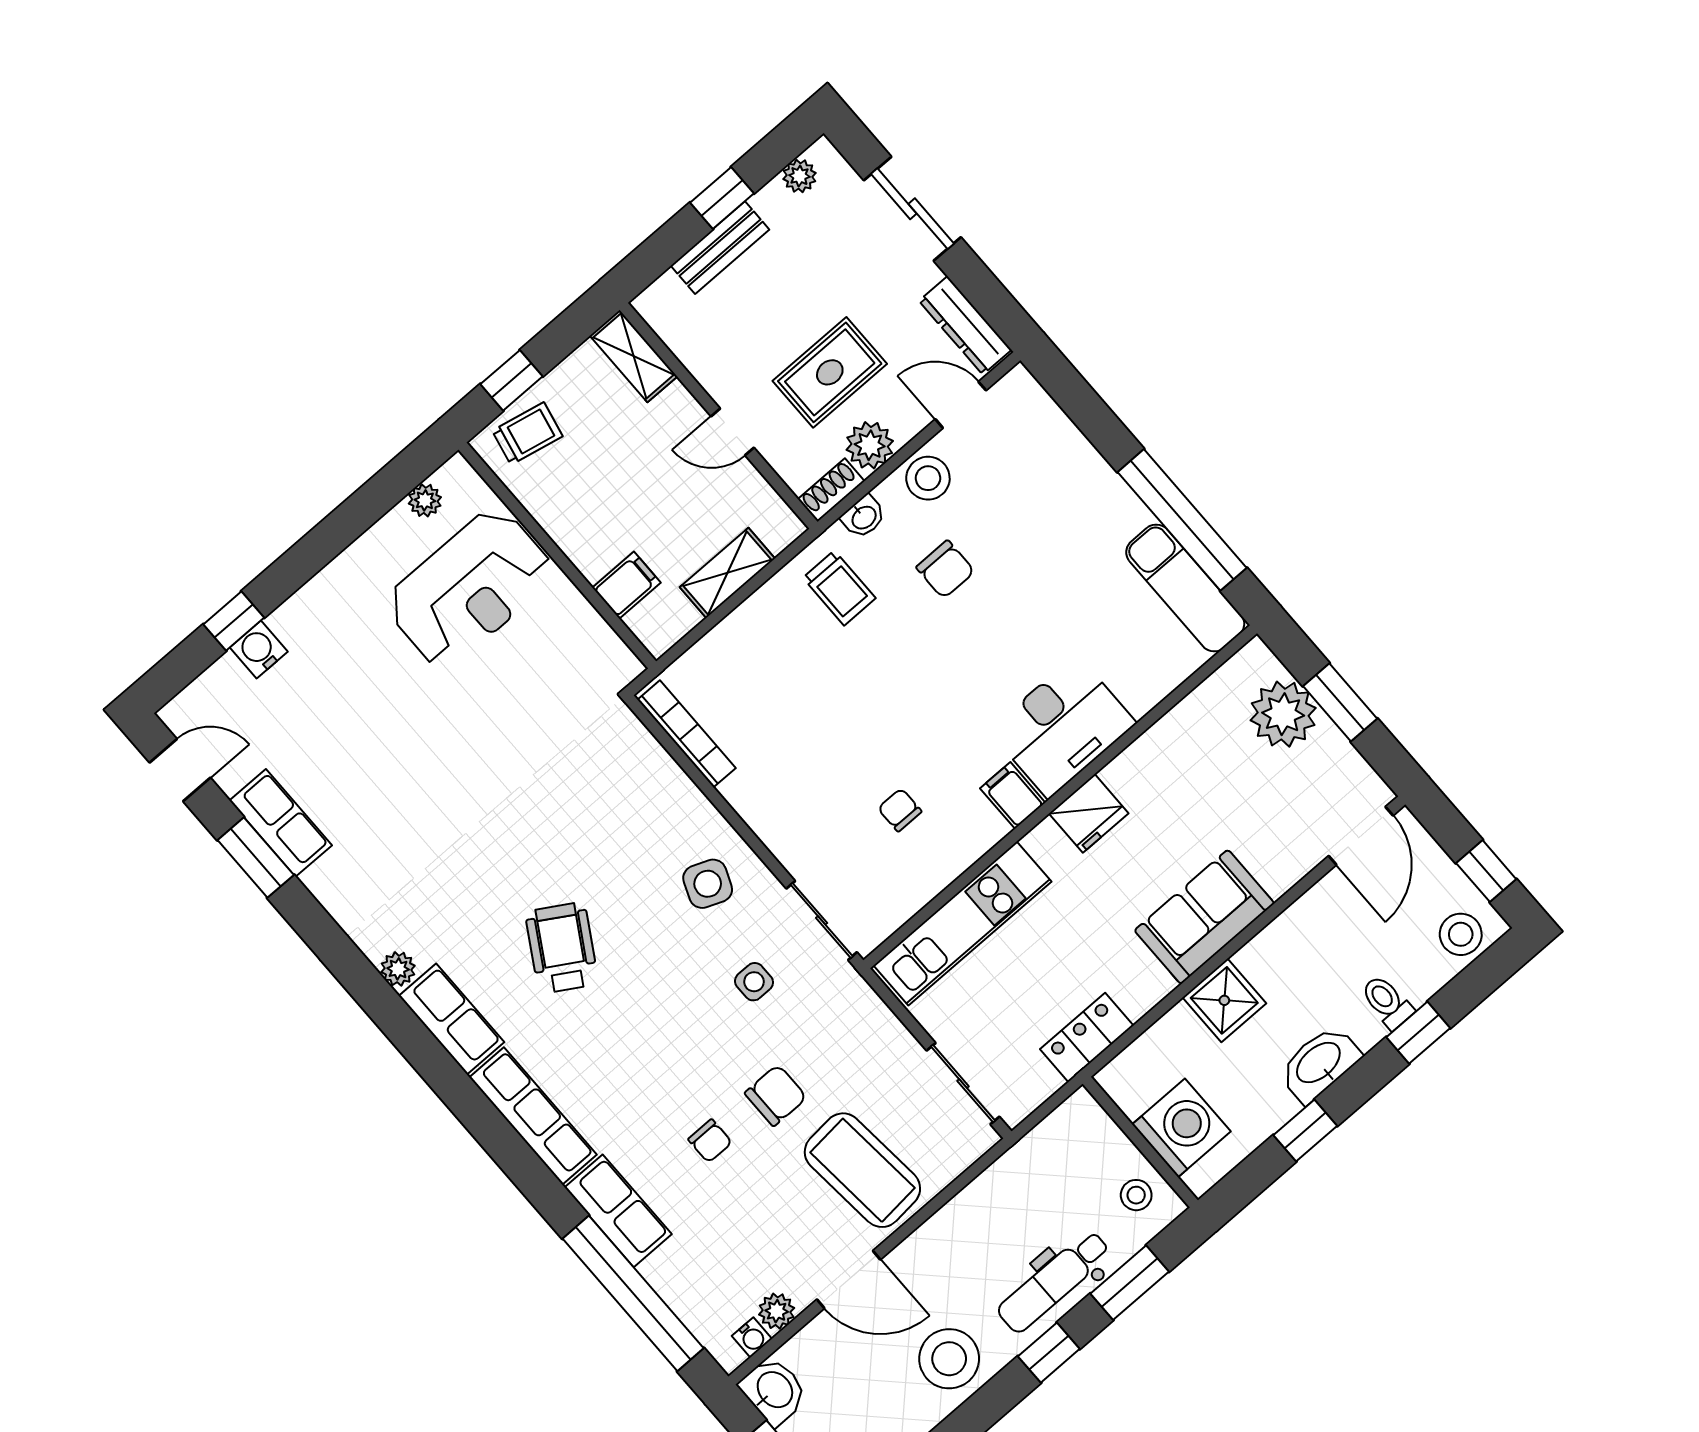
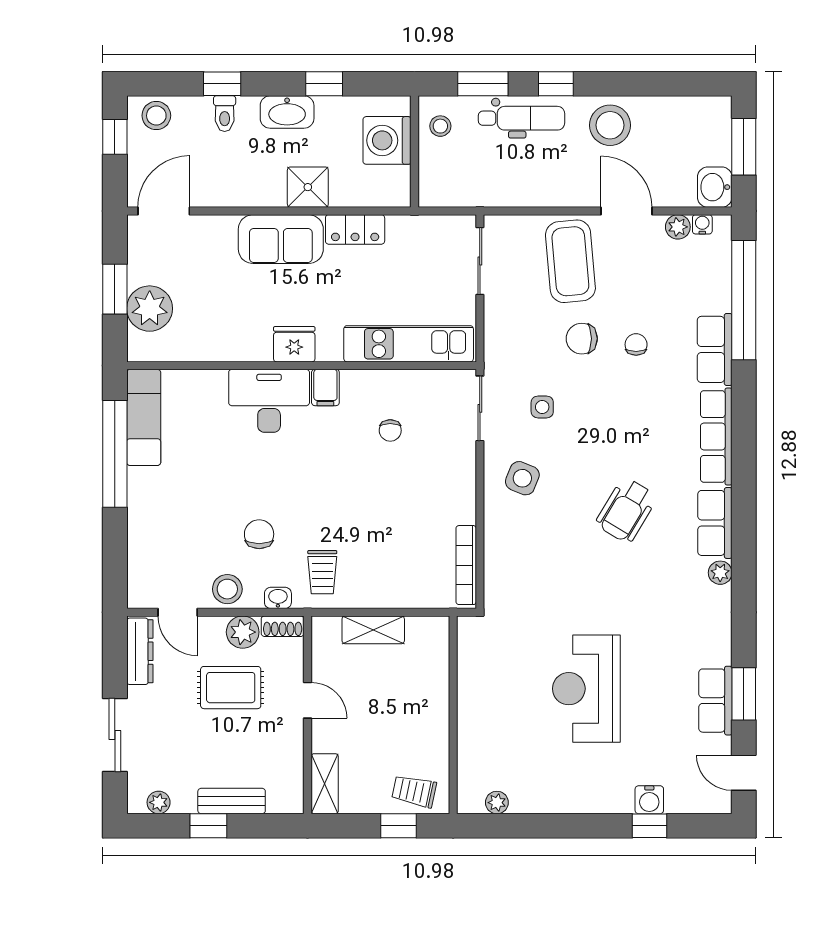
filing cabinet: (626, 585) -> (431, 669), removed
reception desk: (470, 588) -> (586, 689), moved, turned -90
trolley: (839, 588) -> (322, 572), turned 180
locker: (1087, 1037) -> (355, 229), moved

